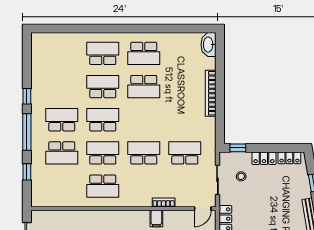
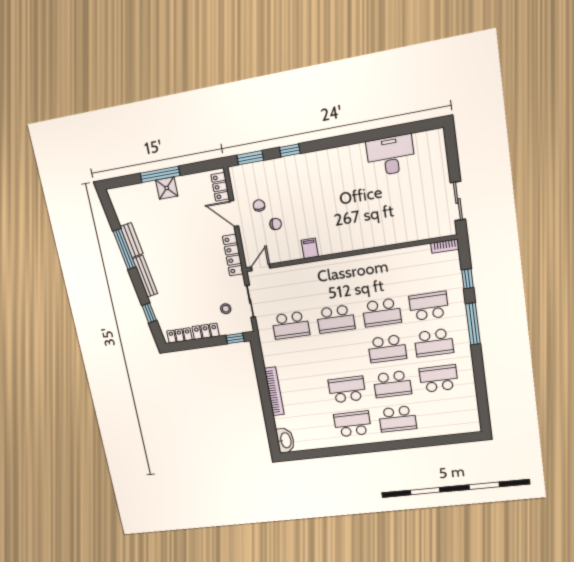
window: (27, 96) -> (478, 363), removed
school desk: (103, 186) -> (439, 379), moved
bookcase: (164, 203) -> (445, 246), moved

